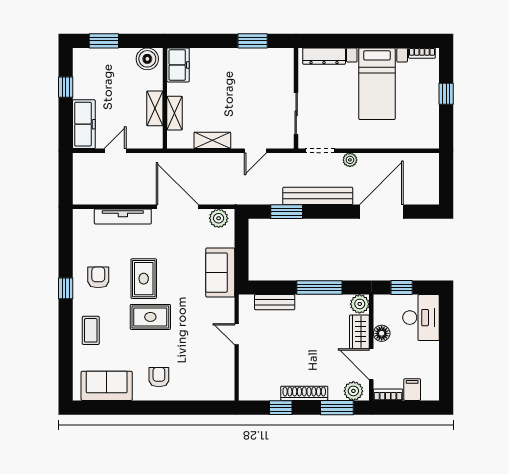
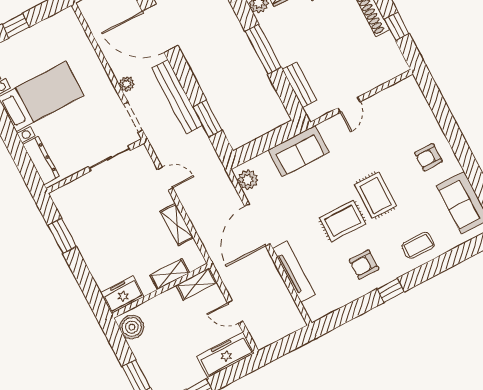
shelving: (155, 108) -> (196, 284), moved

